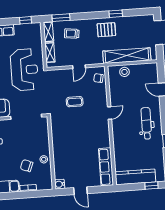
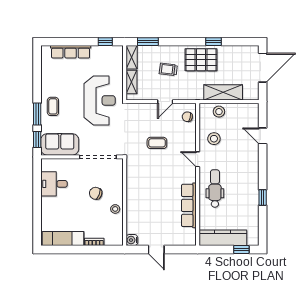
pallet: (106, 30) -> (201, 60), width x1.50, depth x1.42
trolley: (72, 34) -> (168, 69), moved
shelving: (127, 56) -> (223, 92), width x0.68
stool: (122, 95) -> (214, 139), added
door: (109, 113) -> (198, 159), swing flipped
dental chair: (146, 123) -> (215, 189), moved
chair: (27, 166) -> (96, 193), moved
row of seats: (106, 167) -> (189, 205), moved

